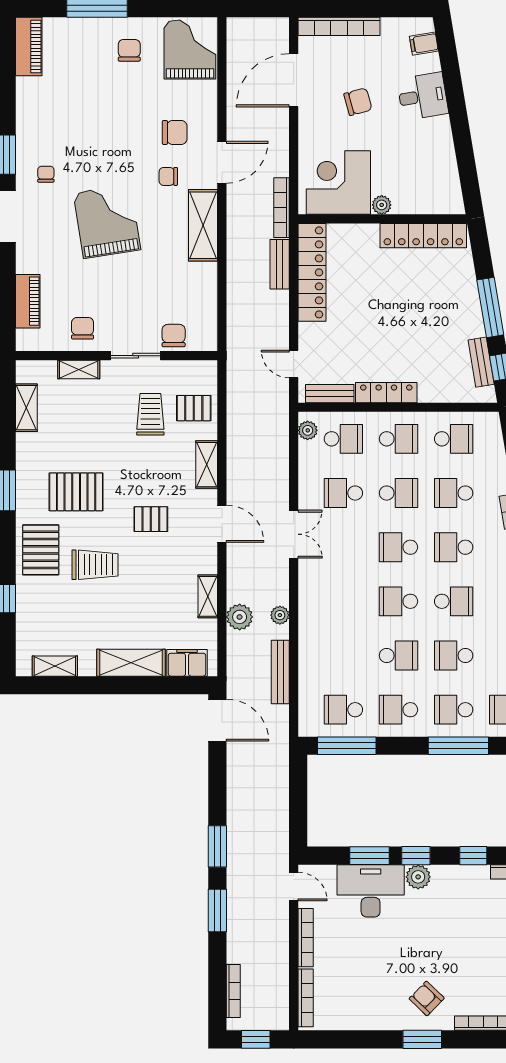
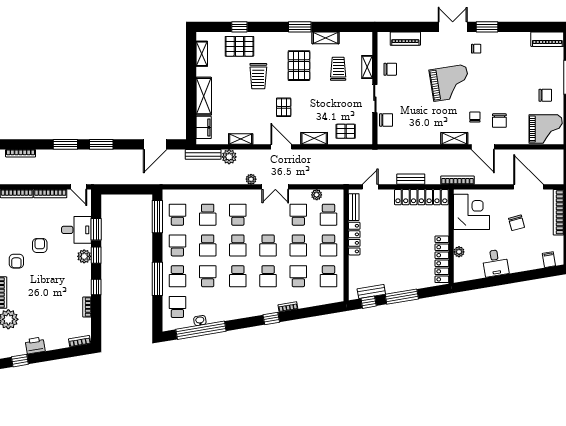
desk: (423, 96) -> (495, 263), moved
plant: (382, 205) -> (459, 252), moved
shelving: (203, 225) -> (454, 138), width x0.67, depth x0.75
bench: (280, 264) -> (411, 179), moved
shelving: (26, 408) -> (326, 38), moved
pallet: (194, 408) -> (346, 131), turned 90
trolley: (150, 414) -> (338, 69), moved, turned -90
plant: (308, 430) -> (317, 195), moved
door: (222, 524) -> (281, 147), swing flipped
school desk: (398, 547) -> (268, 245), turned 180
school desk: (454, 547) -> (268, 276), turned 180
pallet: (41, 550) -> (239, 46), moved
school desk: (343, 601) -> (238, 215), added
school desk: (398, 601) -> (238, 245), turned 180
plant: (280, 615) -> (251, 179), moved
school desk: (343, 656) -> (208, 215), added
bench: (280, 672) -> (203, 154), moved
school desk: (454, 710) -> (177, 276), turned 180
door: (217, 720) -> (155, 144), moved
door: (294, 886) -> (79, 187), hinge flipped
desk: (371, 891) -> (76, 230), width x0.73
armchair: (399, 957) -> (40, 246), added
armchair: (427, 998) -> (16, 261), turned 136

